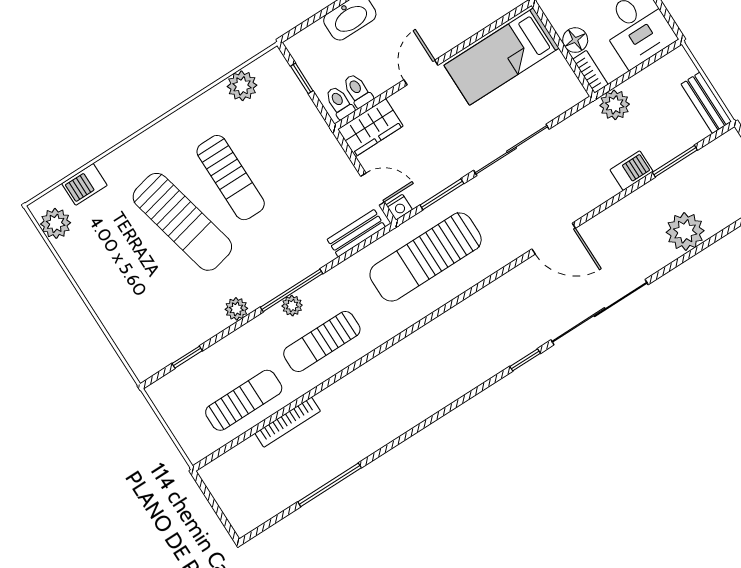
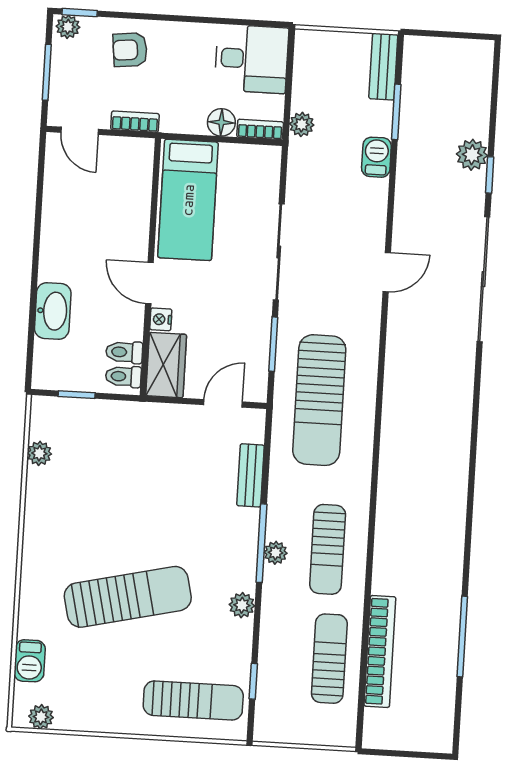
plant: (242, 86) -> (39, 453), width x0.73, depth x0.73
bench: (706, 103) -> (383, 67), moved, turned 90
plant: (615, 105) -> (302, 124), width x0.73, depth x0.73
sun lounger: (231, 178) -> (193, 701), moved
nightstand: (399, 207) -> (161, 319), moved, turned 180
plant: (56, 223) -> (41, 717), width x0.73, depth x0.73
plant: (685, 231) -> (472, 155), width x0.73, depth x0.73
bench: (356, 233) -> (250, 475), moved
door: (554, 239) -> (387, 272), width x0.73
window: (525, 360) -> (490, 175), moved
bookcase: (288, 422) -> (380, 651), width x1.48, depth x1.31

